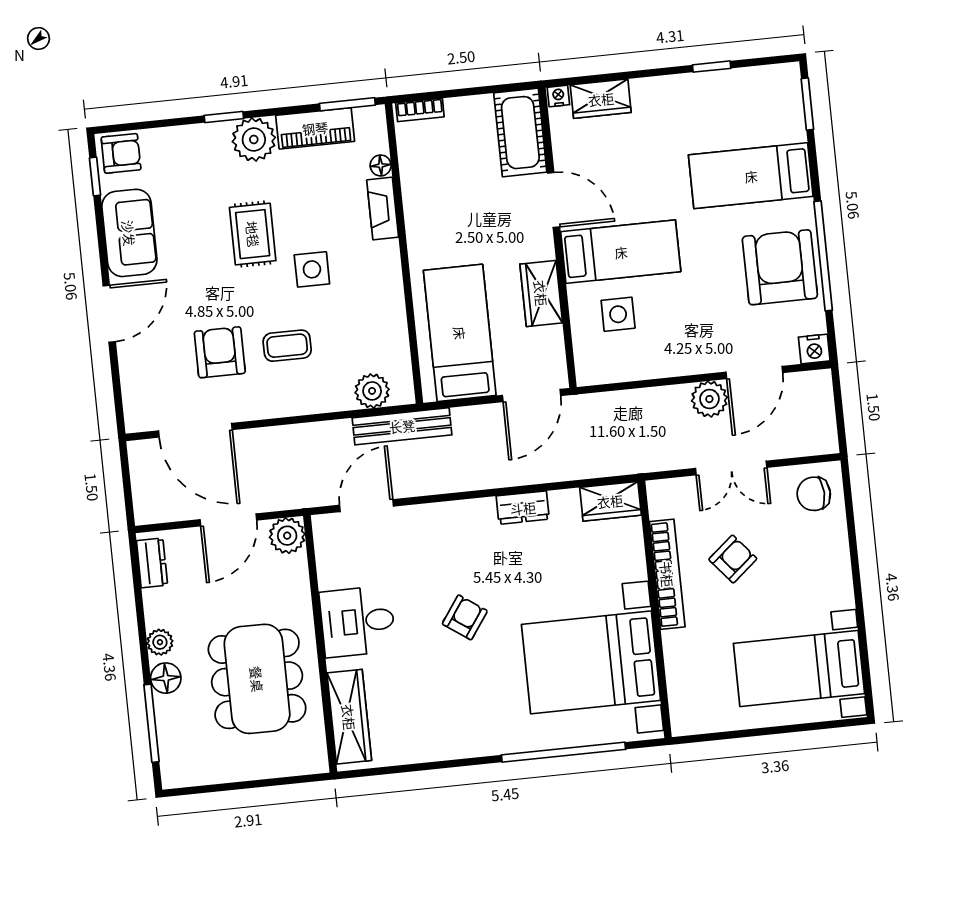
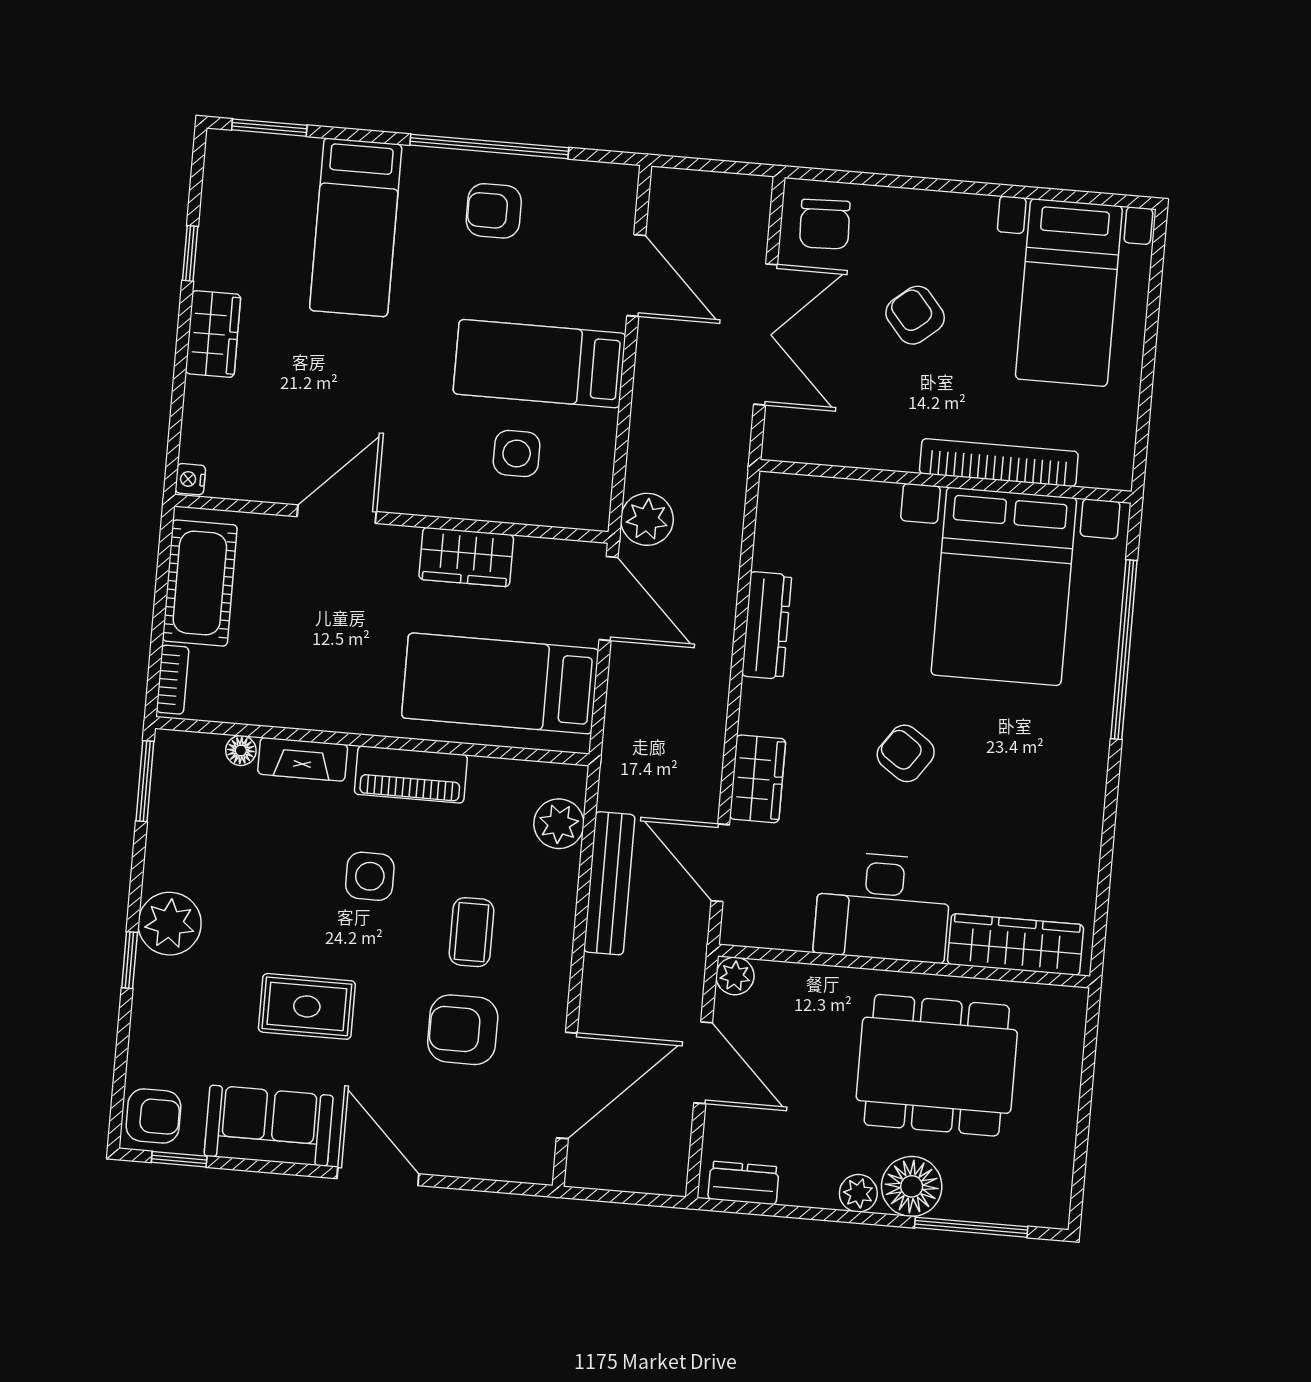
wardrobe: (601, 99) -> (213, 334), moved
piano: (315, 128) -> (411, 775), moved, turned 90
cot: (520, 133) -> (200, 583), moved, turned 90
armchair: (121, 153) -> (153, 1116), turned 90
rug: (253, 234) -> (307, 1006), moved
bed: (621, 252) -> (539, 364), moved, turned -90
armchair: (780, 267) -> (494, 211), width x0.53, depth x0.53
nightstand: (814, 349) -> (619, 184), removed
plant: (709, 399) -> (647, 519), moved
bench: (402, 426) -> (609, 883), moved
double door: (731, 468) -> (766, 334), width x1.37
wardrobe: (610, 501) -> (758, 779), moved
dresser: (523, 508) -> (767, 625), width x1.44
plant: (287, 536) -> (735, 976), width x0.73, depth x0.73
armchair: (733, 559) -> (915, 315), moved
bookcase: (667, 574) -> (999, 463), moved
desk: (358, 622) -> (883, 907), width x1.37
floor lamp: (166, 678) -> (912, 1186), width x1.38, depth x1.38

